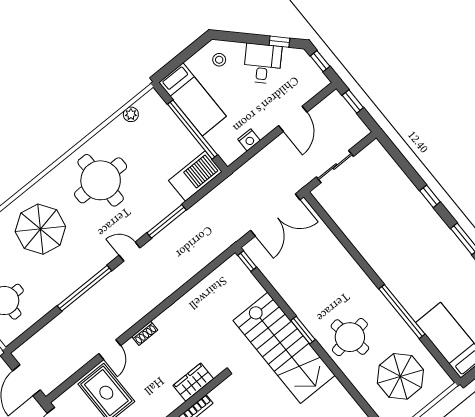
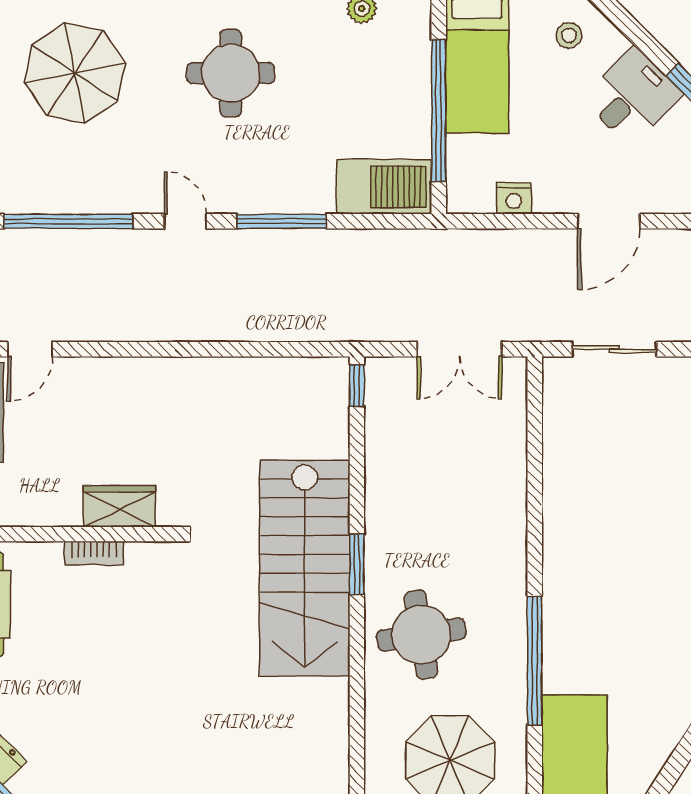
round table: (101, 180) -> (231, 73), width x0.73, depth x0.73
double door: (275, 215) -> (460, 349), width x0.73
shoe rack: (145, 333) -> (105, 368), removed

